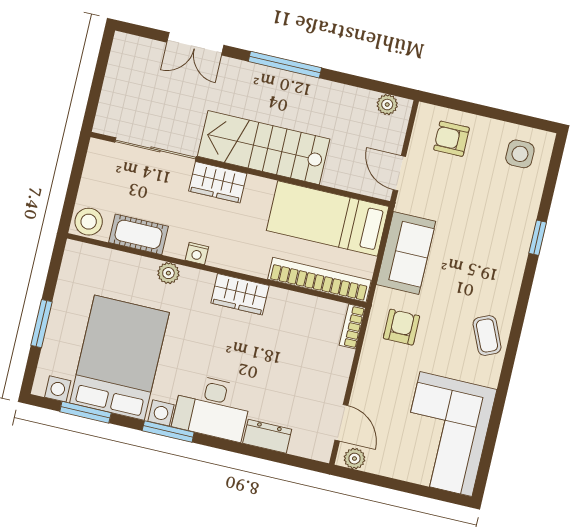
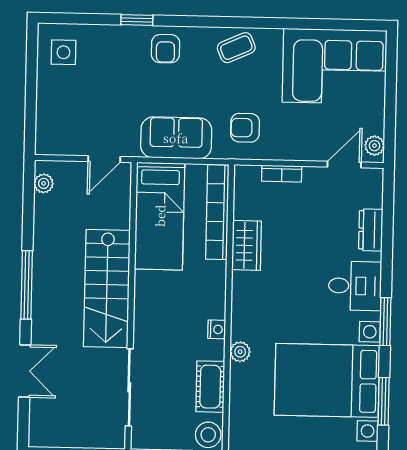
armchair: (451, 139) -> (165, 49), moved
wardrobe: (218, 182) -> (147, 324), removed
wardrobe: (240, 294) -> (247, 245), moved
bookcase: (352, 327) -> (282, 174), moved
desk: (212, 408) -> (355, 286), width x0.73

